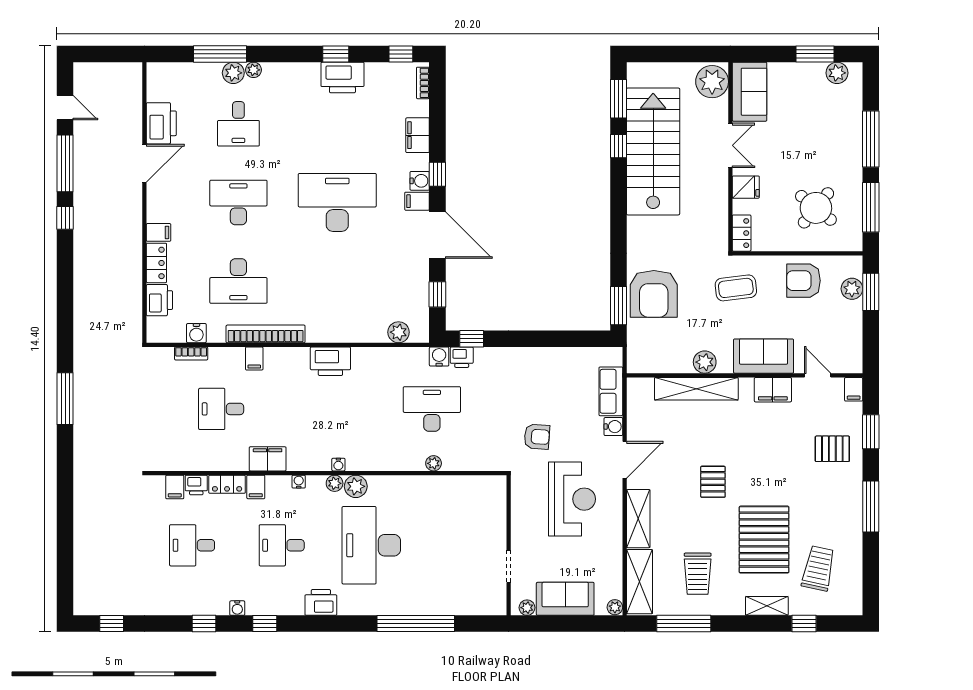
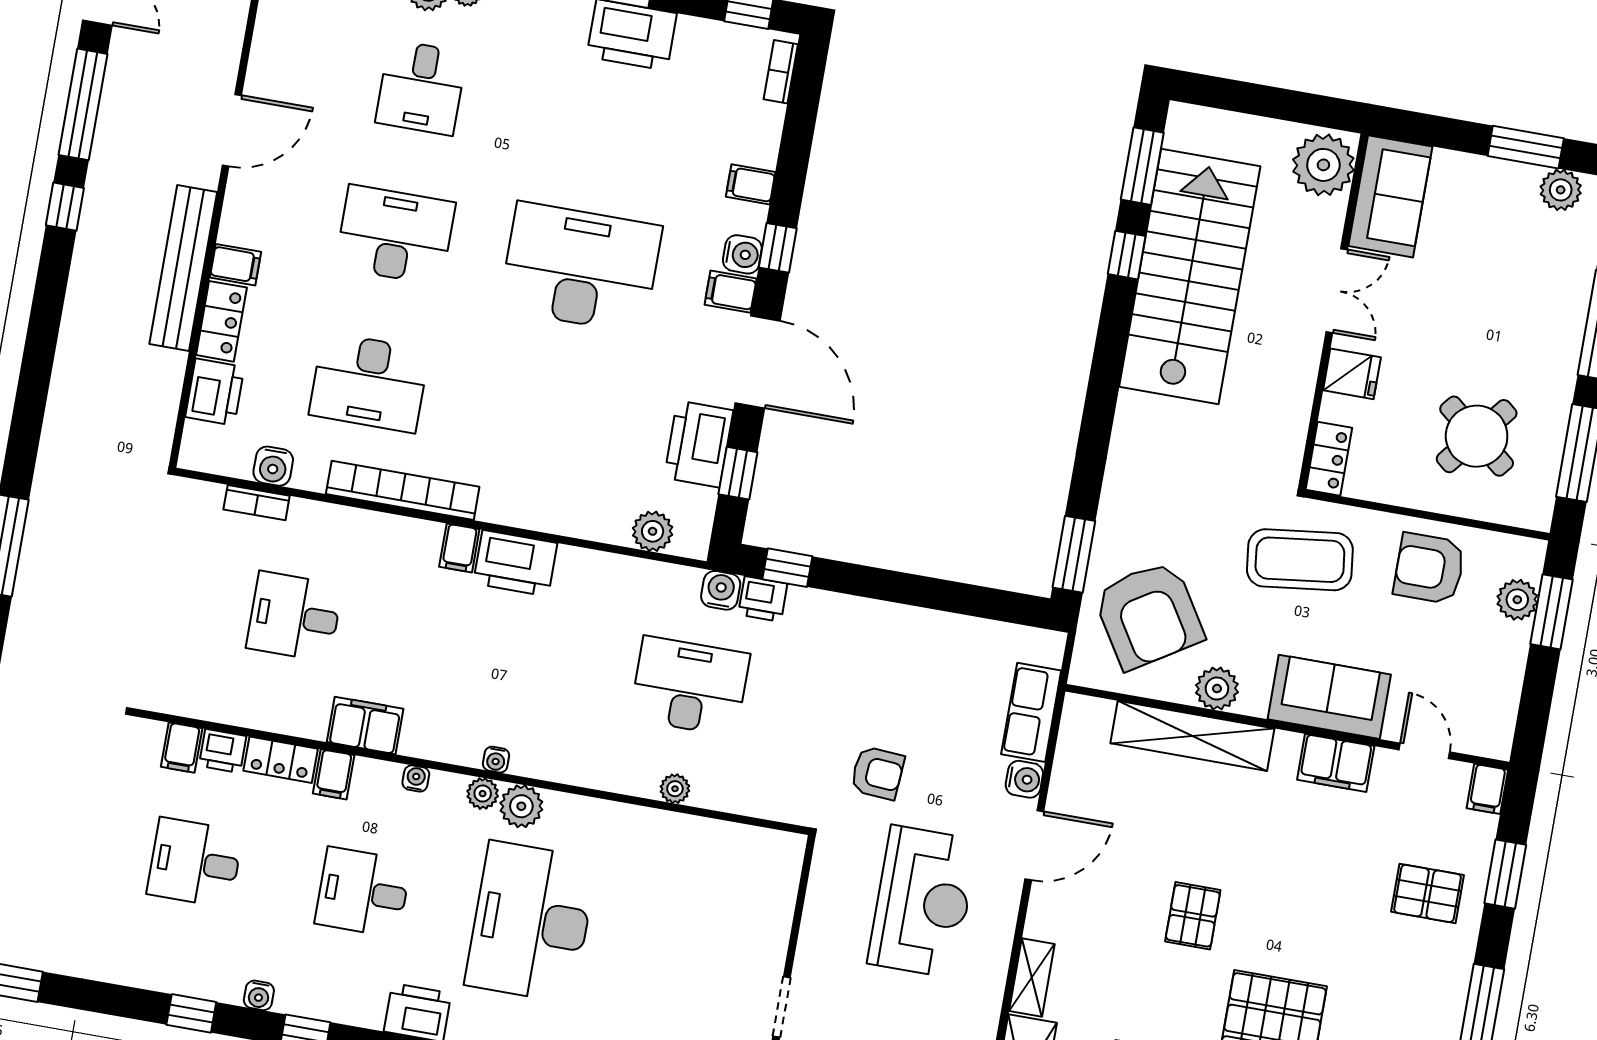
printer: (161, 123) -> (699, 444), moved, turned 180
filing cabinet: (418, 135) -> (751, 184), width x0.50
bench: (132, 239) -> (183, 268), added
coffee table: (736, 288) -> (1300, 560), width x1.36, depth x1.32
armchair: (654, 294) -> (1149, 615), moved, turned -32
filing cabinet: (254, 358) -> (459, 548), moved
shelving: (638, 519) -> (1032, 977), width x0.67, depth x0.75

